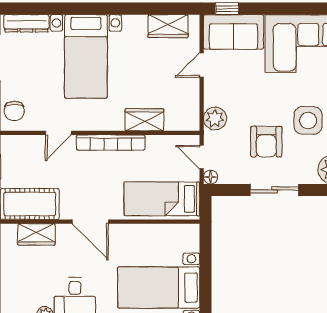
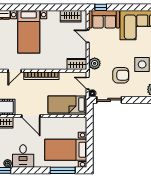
door: (202, 65) -> (88, 36), hinge flipped
wardrobe: (144, 120) -> (77, 64), moved
armchair: (266, 142) -> (121, 75), turned -90
sliding door: (274, 190) -> (109, 100), moved

